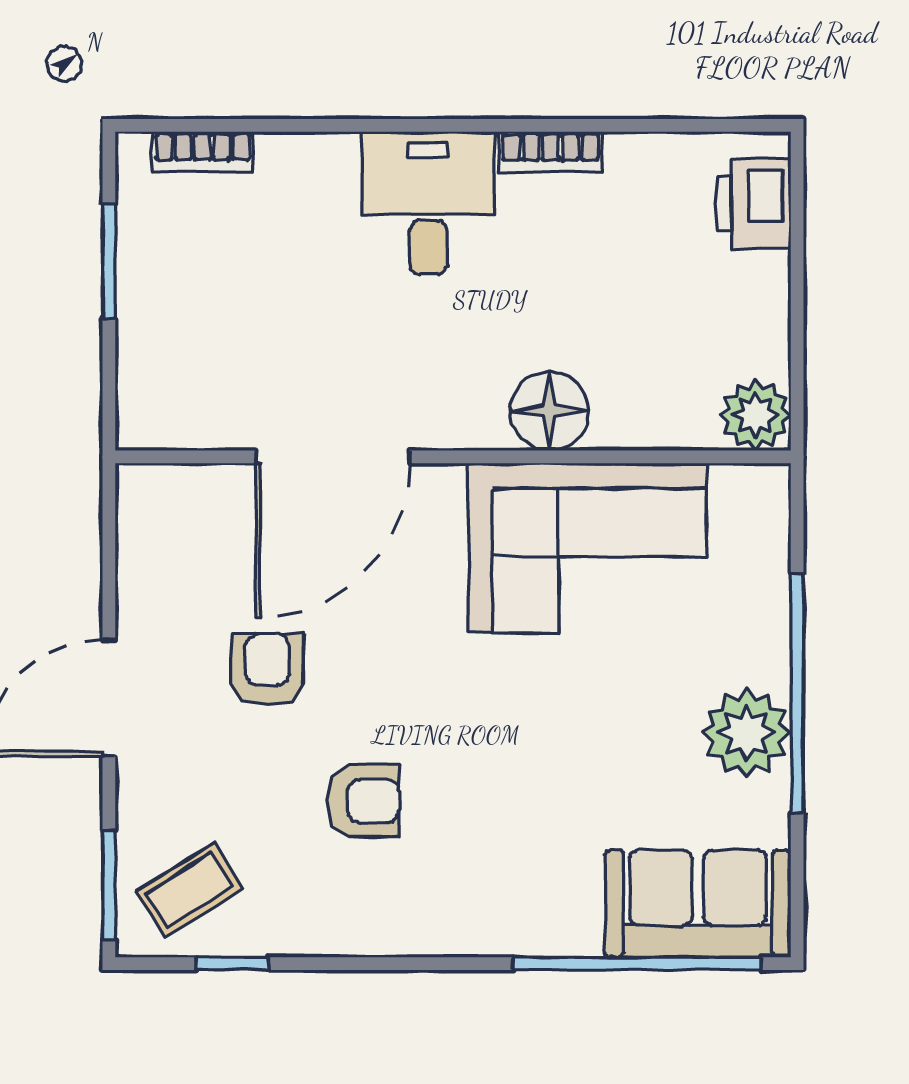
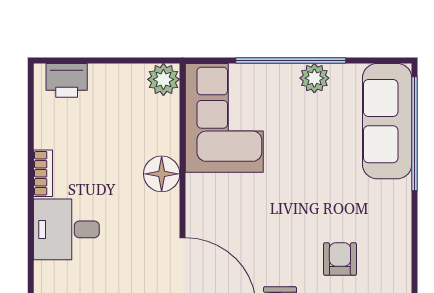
corner sofa: (587, 548) -> (224, 118), moved
plant: (747, 733) -> (314, 78), width x0.73, depth x0.73
sofa: (698, 904) -> (387, 121), width x1.36

